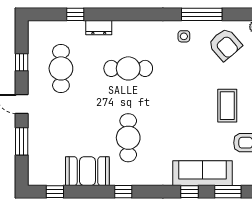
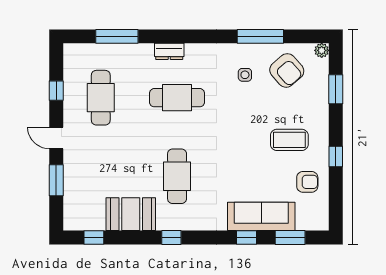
window: (75, 14) -> (117, 36), width x2.17
dresser: (99, 28) -> (169, 51), moved
side table: (184, 36) -> (245, 75), moved
coffee table: (227, 106) -> (289, 140), turned 90

